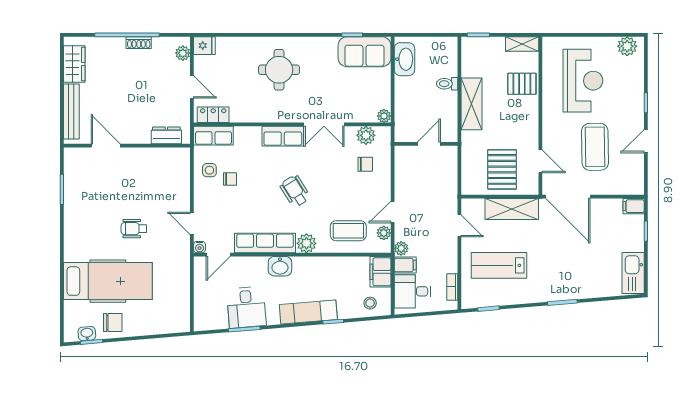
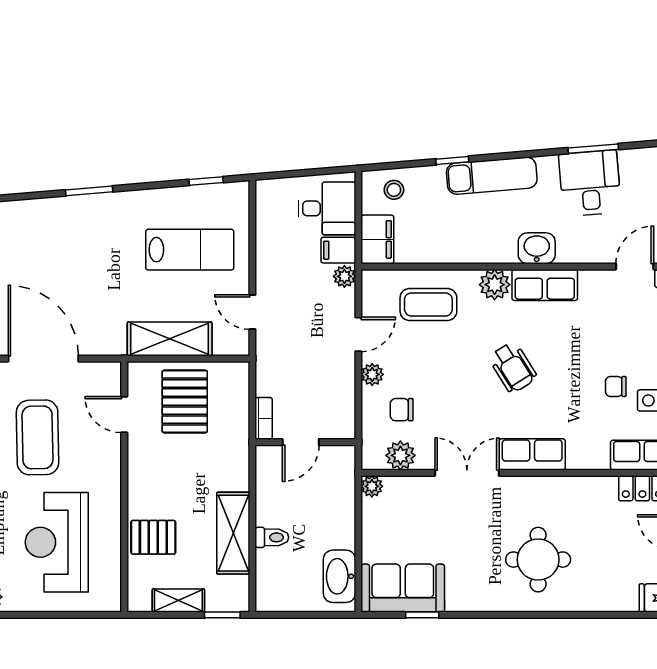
shelving: (522, 44) -> (178, 600), moved
shelving: (471, 104) -> (233, 533), moved
door: (568, 197) -> (43, 359), moved
plant: (384, 233) -> (372, 374), moved
row of seats: (265, 243) -> (545, 285), width x0.68
bookcase: (452, 287) -> (264, 418), moved

